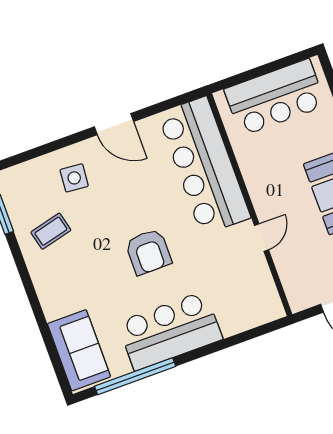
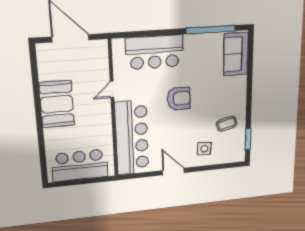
armchair: (148, 252) -> (179, 99), turned 90
bar counter: (170, 331) -> (154, 52), moved

